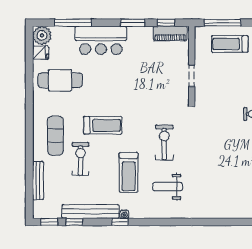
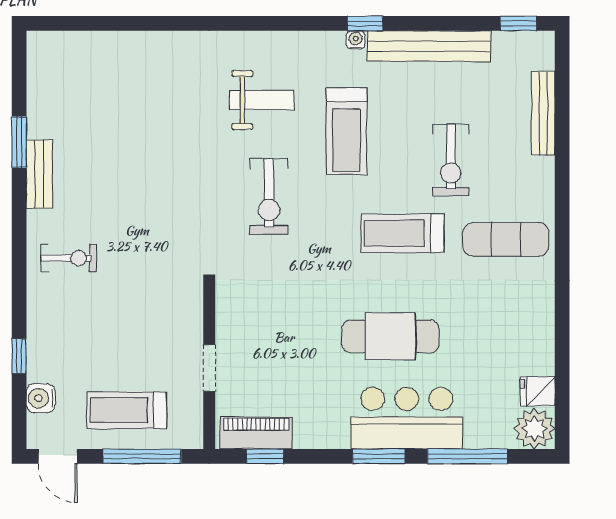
window: (133, 23) -> (379, 456), moved
treadmill: (230, 44) -> (127, 410), turned 180
doorway: (192, 76) -> (209, 368), moved
cafe table: (60, 80) -> (390, 336), moved
exercise mat: (55, 136) -> (506, 239), moved, turned 90
treadmill: (129, 172) -> (346, 131), turned 180
window: (74, 222) -> (464, 23), removed

